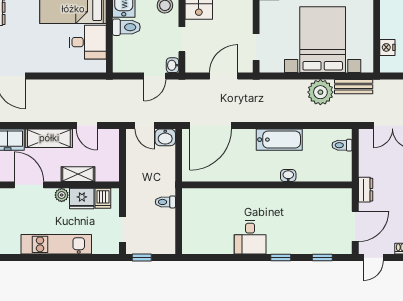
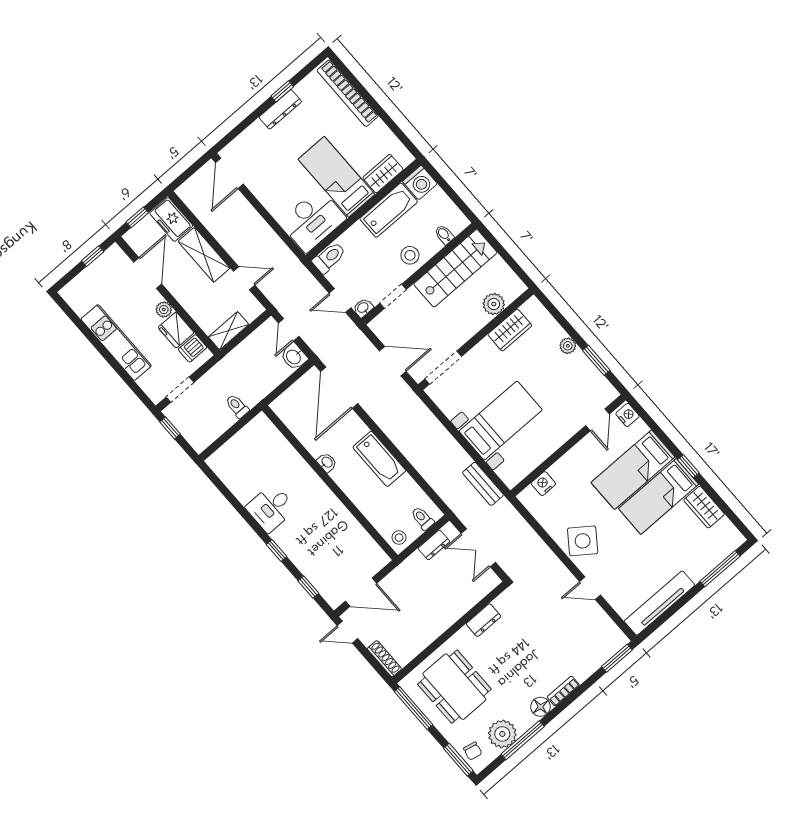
toilet: (126, 27) -> (329, 258), moved, turned -90
bed with nightstands: (323, 40) -> (501, 421), width x0.73
desk: (88, 42) -> (313, 220), width x1.37
doorway: (256, 47) -> (443, 368), width x1.38
plant: (320, 92) -> (453, 459), removed
door: (87, 126) -> (244, 278), swing flipped
door: (211, 126) -> (339, 388), hinge flipped
stool: (341, 171) -> (399, 538), added
shelving: (78, 174) -> (229, 331), moved, turned 90
washbasin: (288, 176) -> (327, 462), moved
dresser: (366, 190) -> (434, 545), moved

